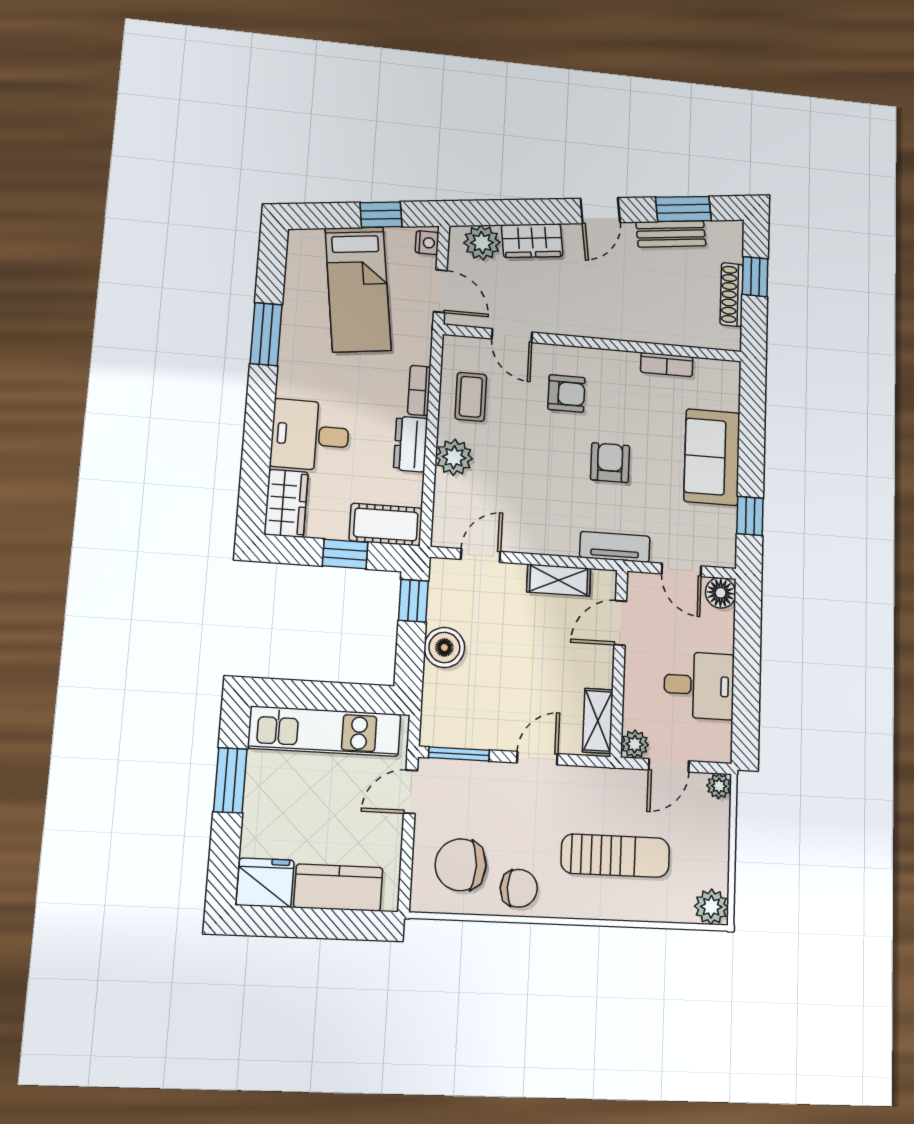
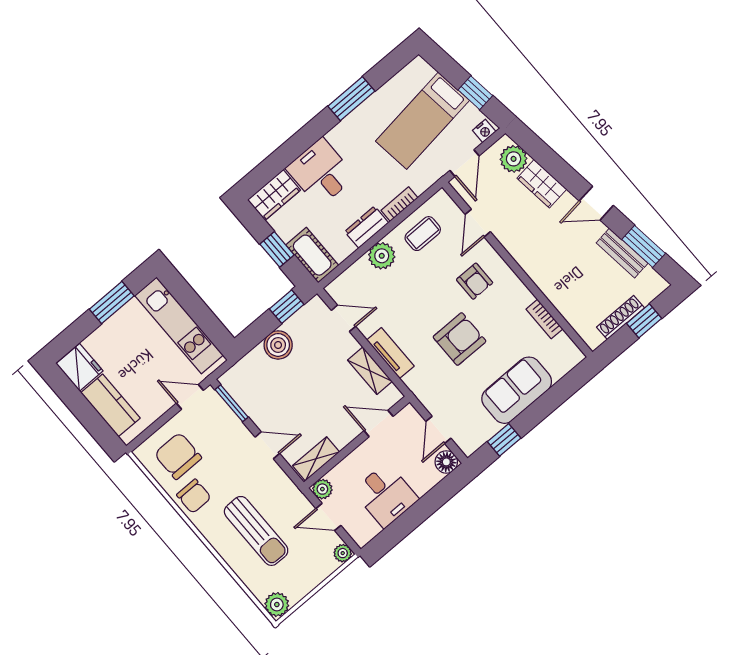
armchair: (610, 463) -> (460, 339), width x1.38, depth x1.38
tv unit: (615, 547) -> (390, 353), moved

